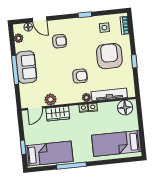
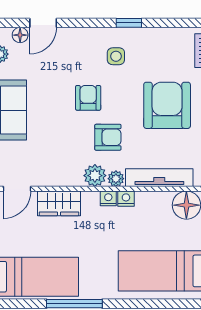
door: (40, 19) -> (43, 23), hinge flipped
side table: (104, 28) -> (116, 56), moved
armchair: (59, 41) -> (88, 98), moved, turned -90
plant: (51, 99) -> (95, 176), moved

